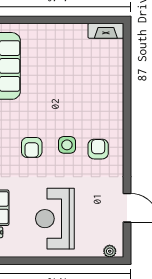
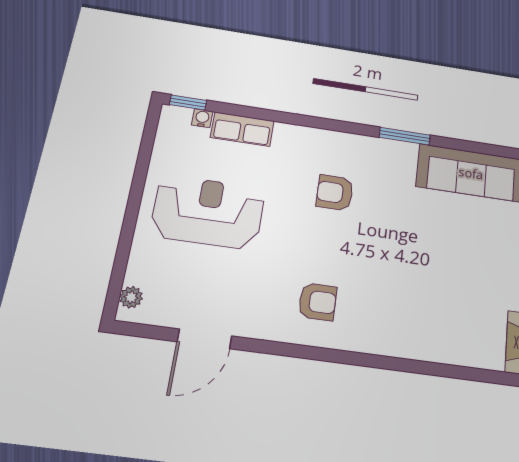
side table: (67, 145) -> (332, 250), removed

